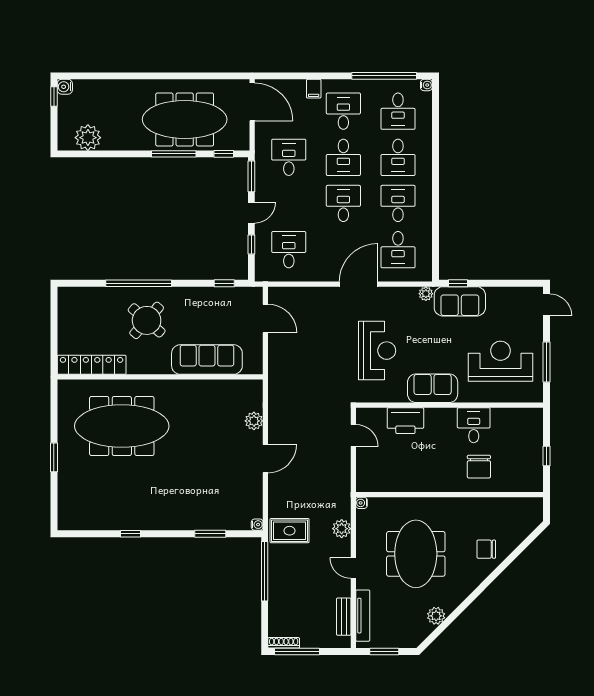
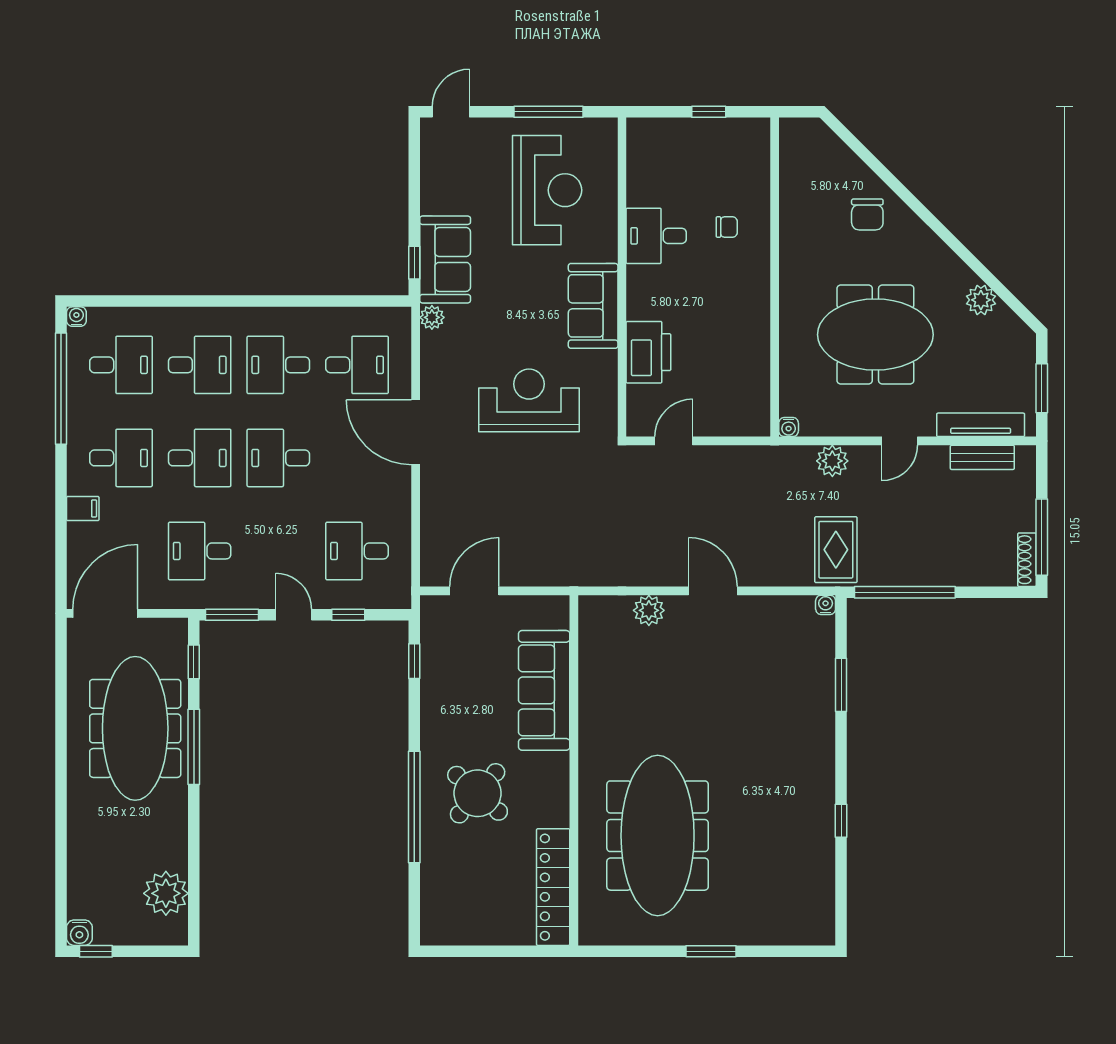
desk: (343, 111) -> (121, 458), turned 180
reception desk: (500, 361) -> (547, 190), turned 180
chair: (479, 467) -> (727, 227), width x0.54, depth x0.54

